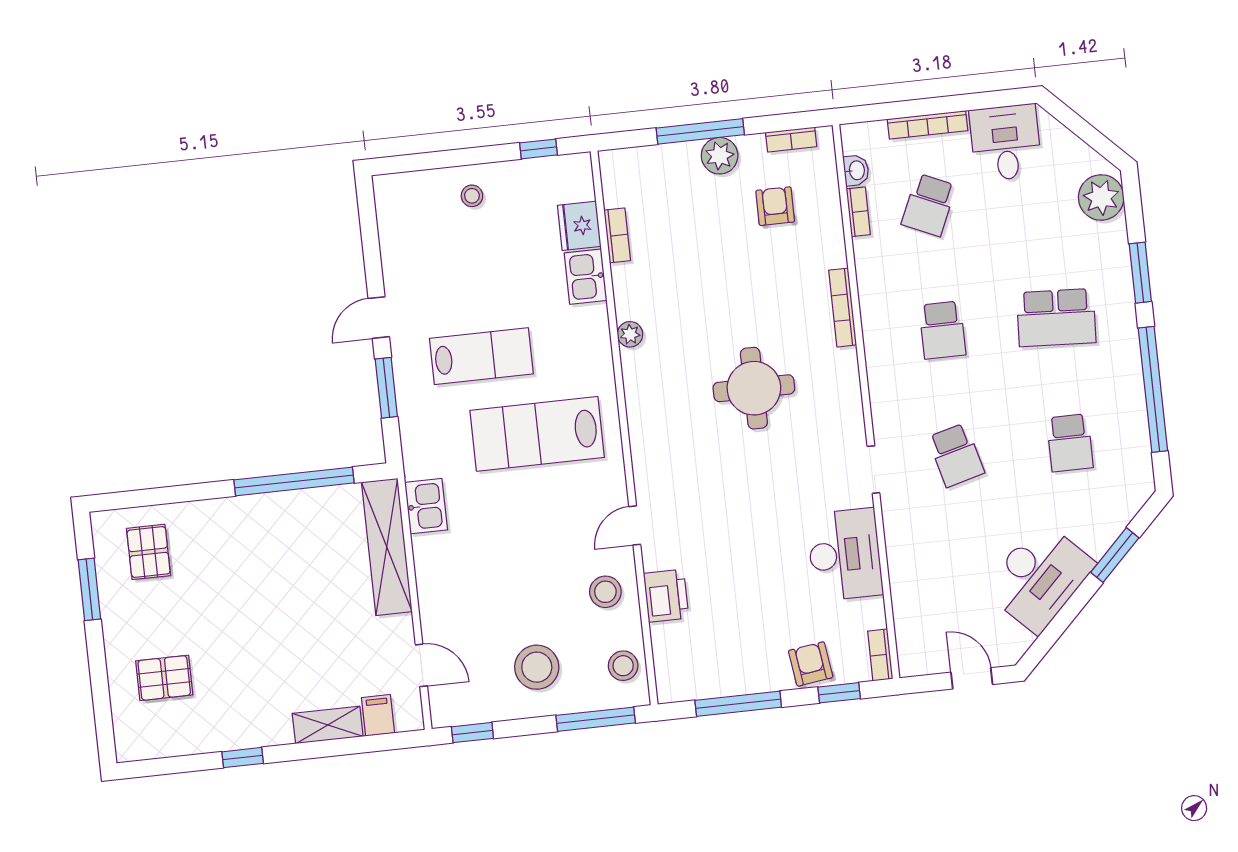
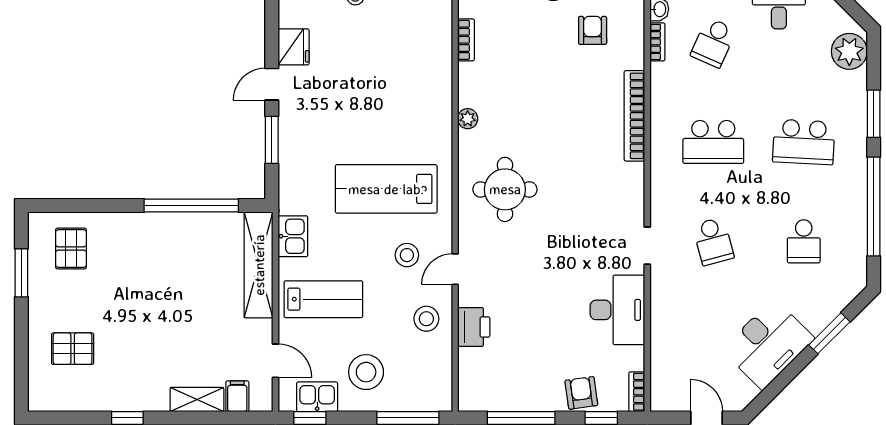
fridge: (579, 226) -> (294, 47), moved, turned 180
kitchen sink: (586, 277) -> (317, 397), moved, turned 90
bookcase: (843, 308) -> (634, 116), width x1.48, depth x1.31
school desk: (942, 330) -> (713, 142), width x1.85
lab bench: (481, 356) -> (323, 299), moved
round table: (754, 388) -> (505, 189), moved
stool: (623, 666) -> (407, 255), moved

